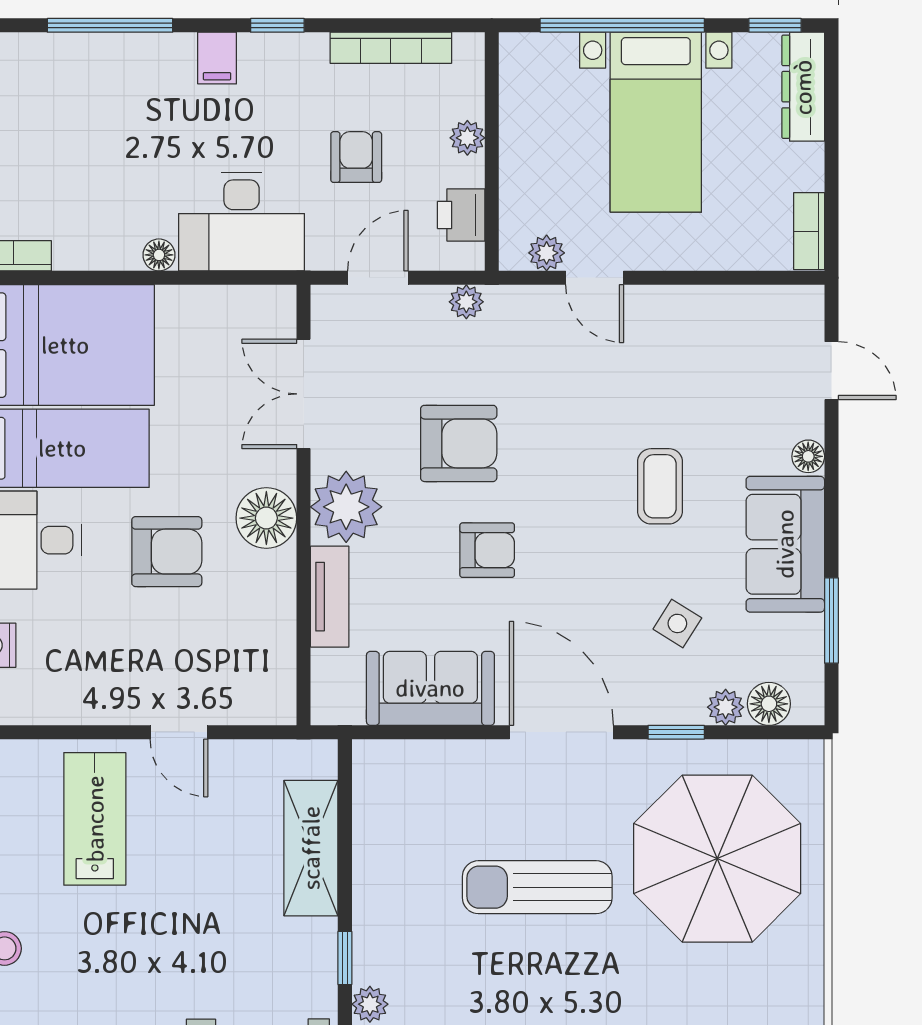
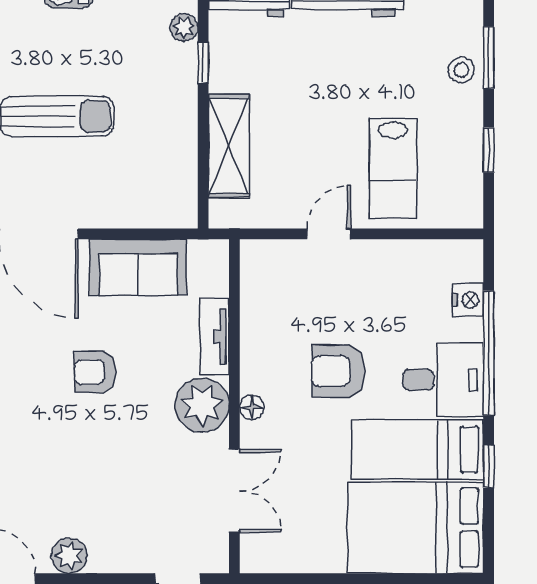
plant: (466, 302) -> (69, 556), moved, width x1.38, depth x1.38
armchair: (459, 443) -> (117, 453), removed
floor lamp: (266, 518) -> (252, 407), width x0.53, depth x0.53
door: (179, 732) -> (329, 234), hinge flipped

